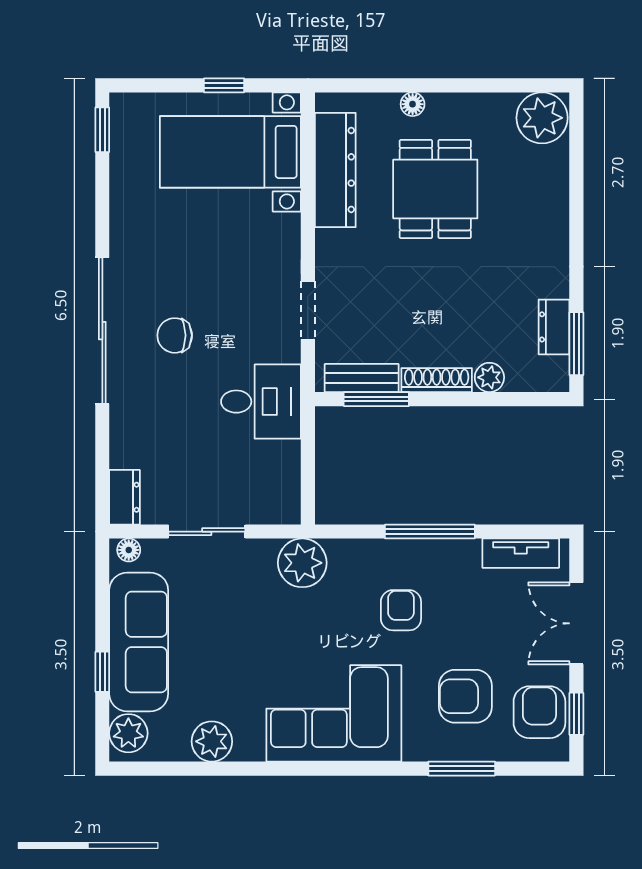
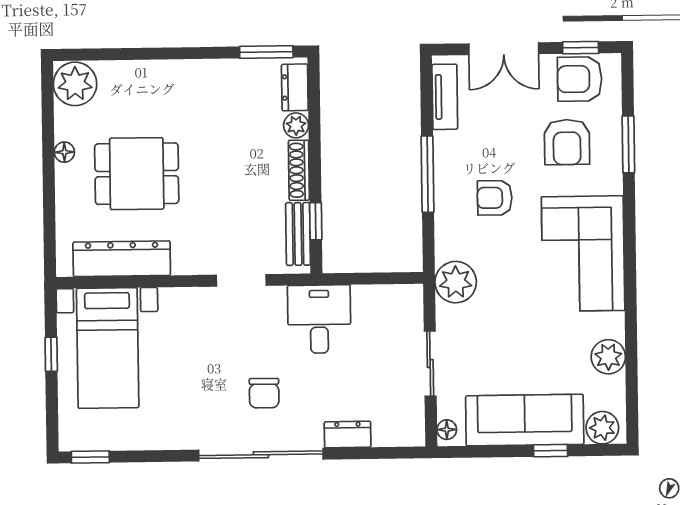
floor lamp: (413, 104) -> (64, 152), moved
dresser: (554, 327) -> (295, 87), moved, turned 90
window: (376, 399) -> (316, 221), width x0.67
dresser: (125, 497) -> (348, 434), moved

